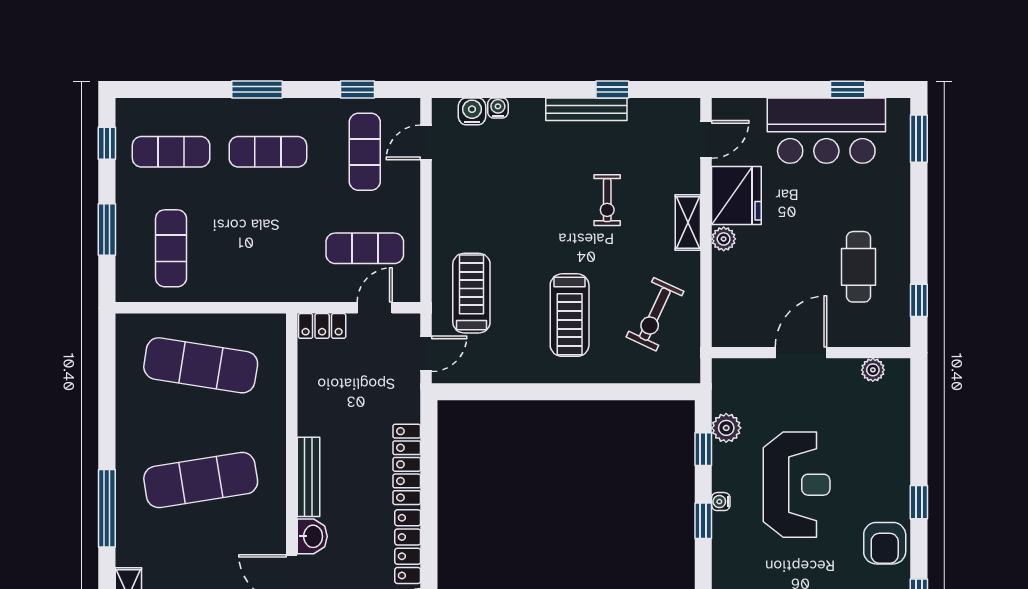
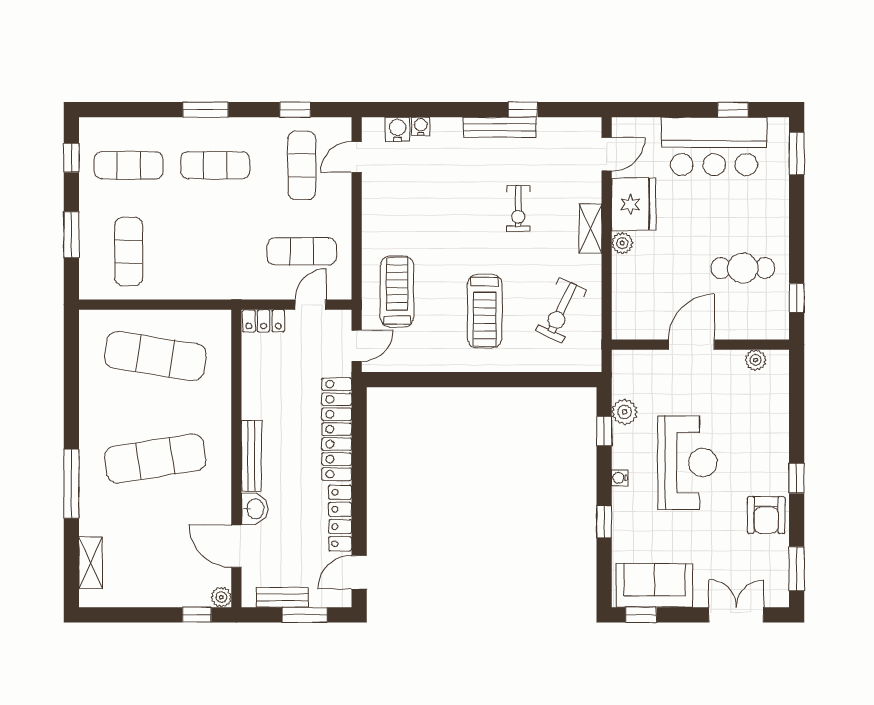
cafe table: (858, 267) -> (743, 268), turned 90
locker: (407, 464) -> (337, 429), width x1.41, depth x1.21
window: (703, 521) -> (604, 522), moved

